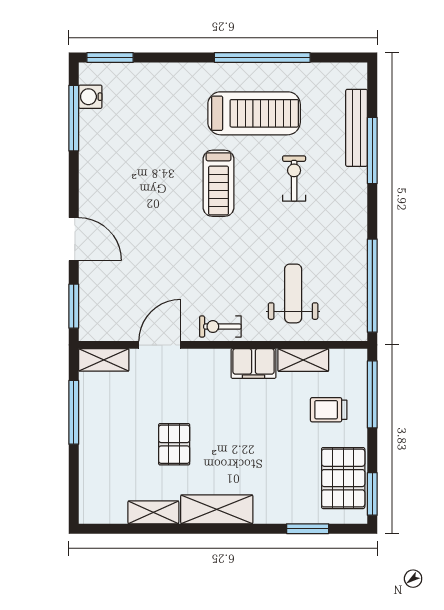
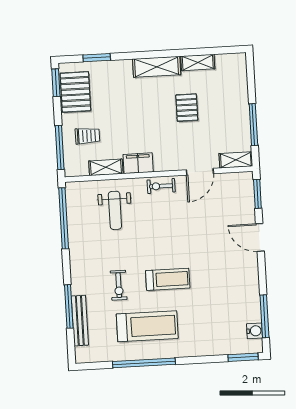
treadmill: (254, 113) -> (147, 326), turned 180
treadmill: (219, 183) -> (168, 279), turned 90
exercise bike: (220, 327) -> (161, 186), turned 180

